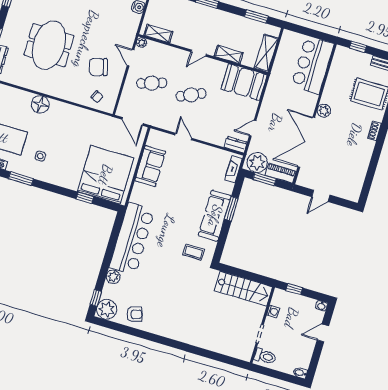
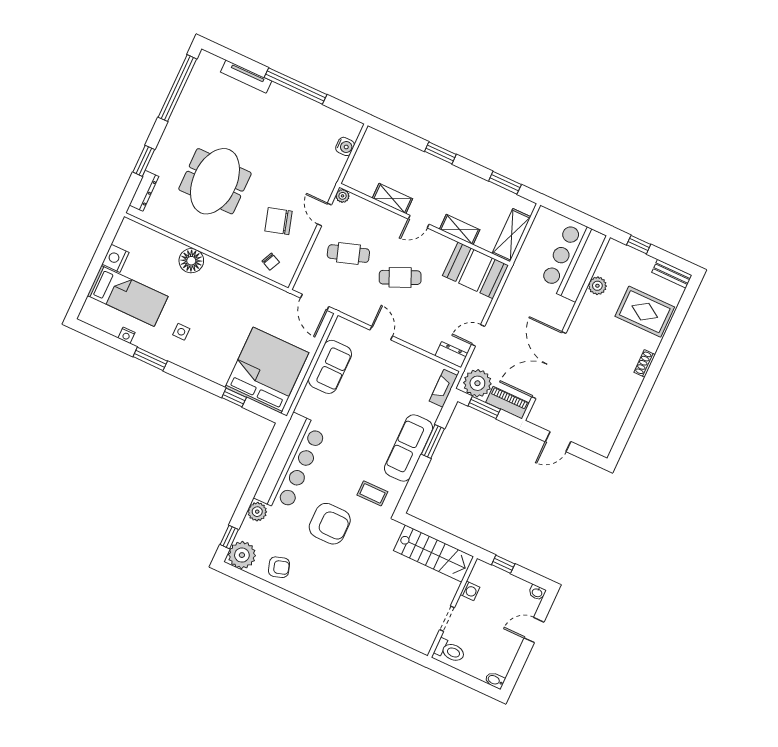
shelving: (158, 34) -> (392, 198), moved
plant: (324, 111) -> (597, 286), moved
armchair: (166, 278) -> (330, 524), added

